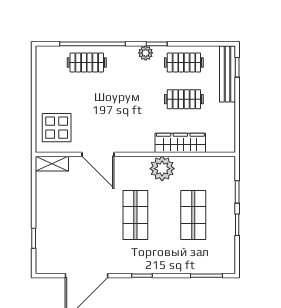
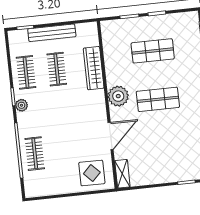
bench: (228, 74) -> (52, 33), moved
plant: (162, 169) -> (118, 96), moved

